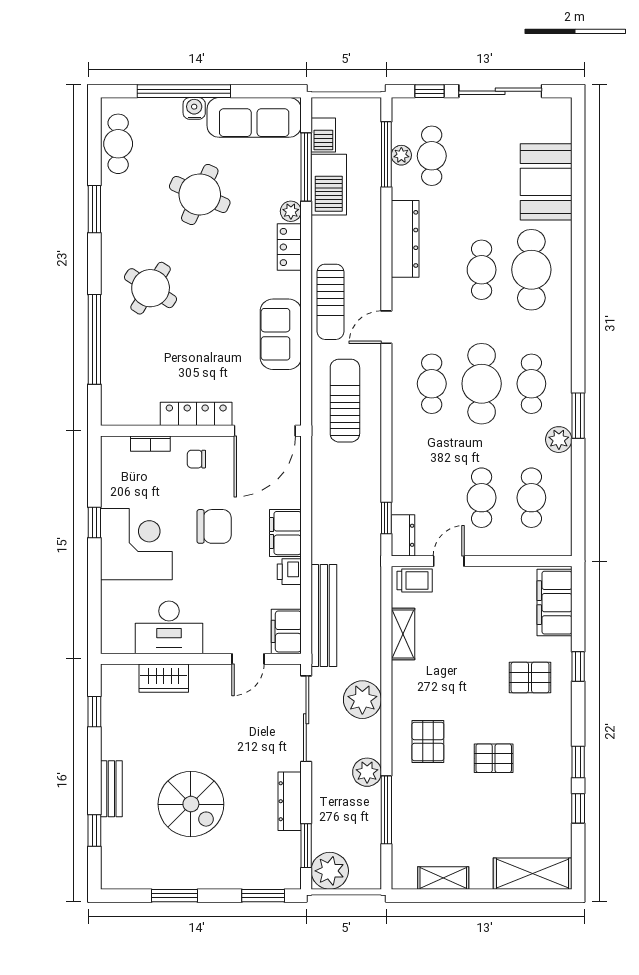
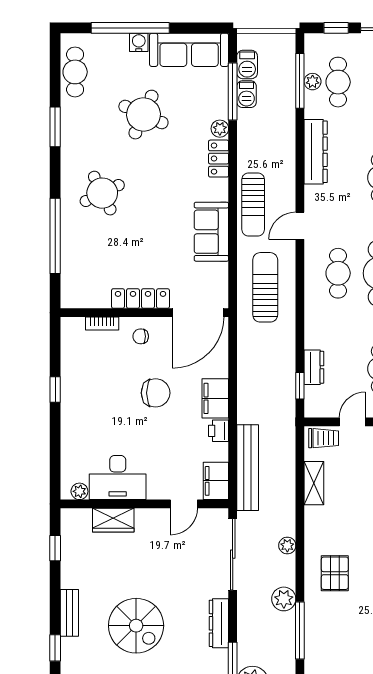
barbecue: (329, 185) -> (247, 94), width x0.53, depth x0.65
round table: (151, 288) -> (102, 193), turned 31
dresser: (403, 535) -> (314, 367), moved
corner desk: (136, 544) -> (90, 408), removed
plant: (123, 644) -> (79, 491), added
plant: (362, 700) -> (287, 546), width x0.53, depth x0.53

